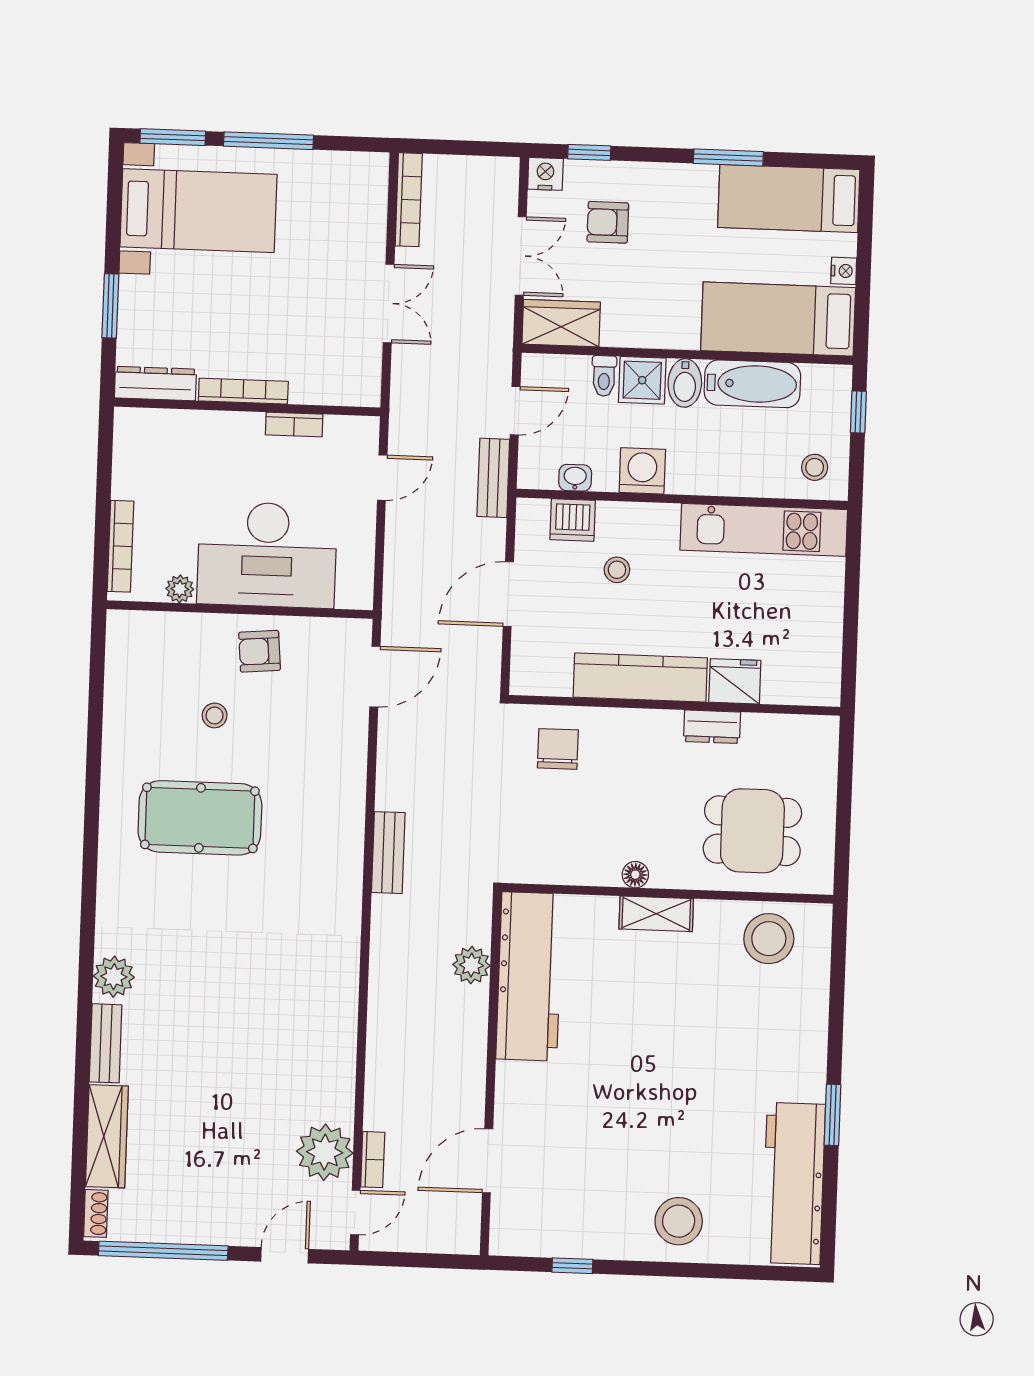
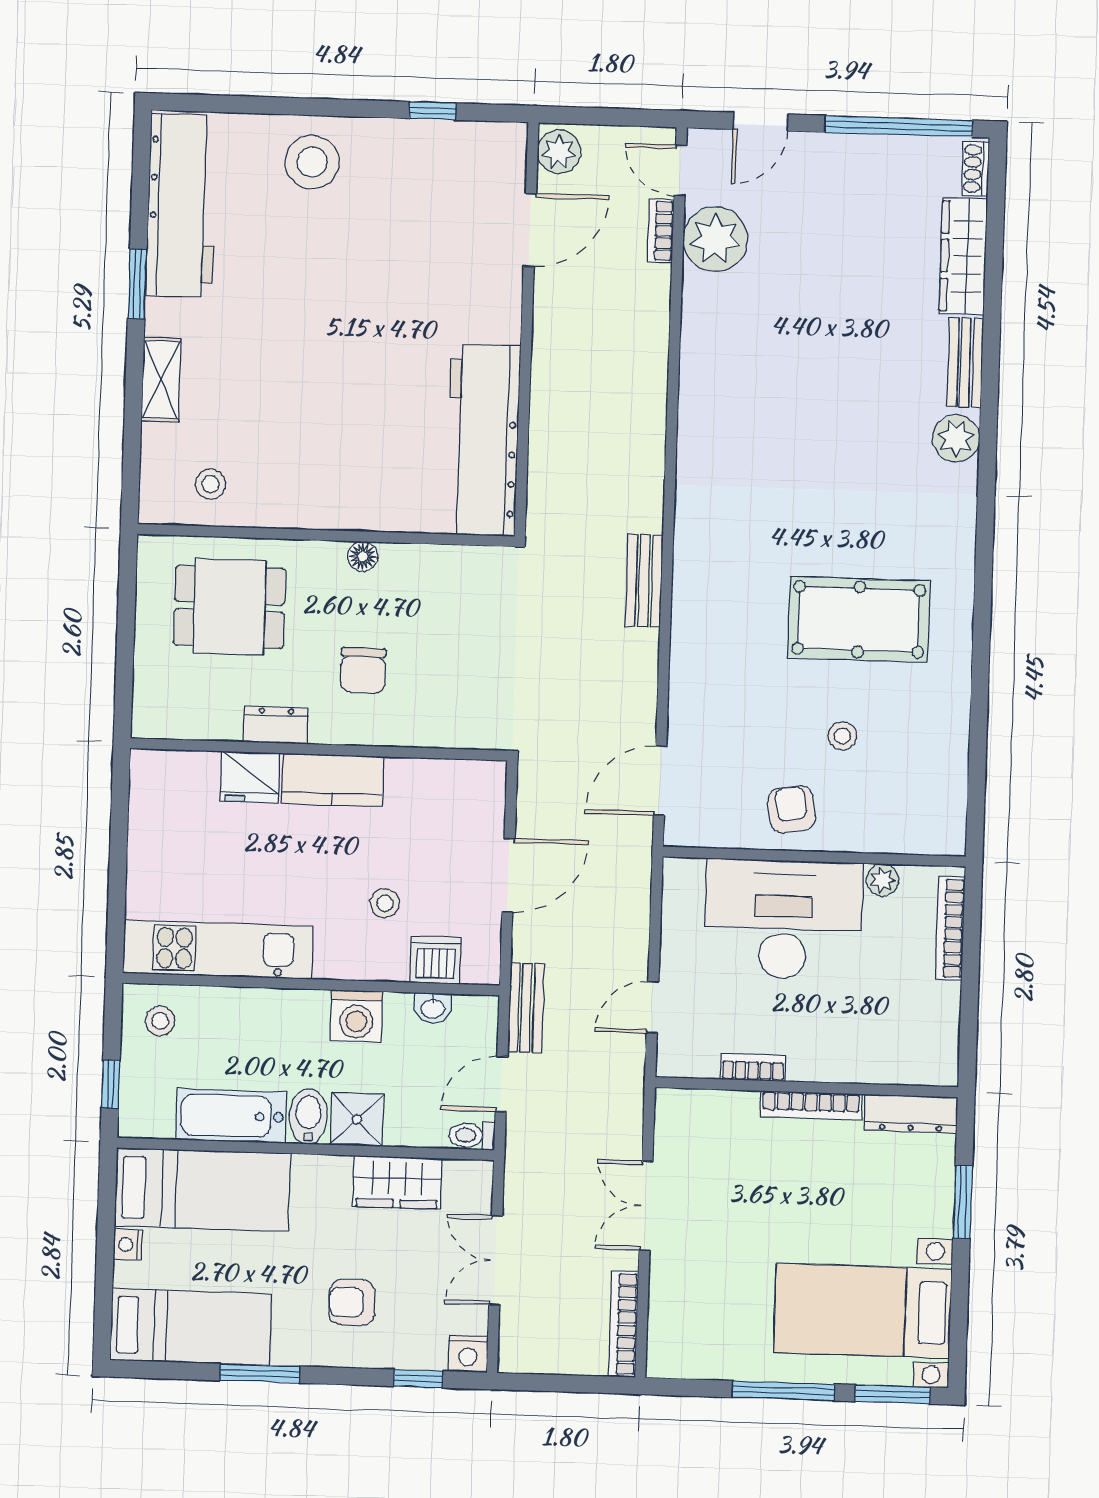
armchair: (608, 222) -> (352, 1302), moved, turned 180
wardrobe: (561, 323) -> (397, 1182), moved
toilet: (604, 376) -> (472, 1135), moved, turned -90
armchair: (260, 651) -> (792, 809), turned -94
kitchen counter: (640, 678) -> (333, 780), width x0.67
chair: (558, 749) -> (363, 670), moved
shelving: (656, 914) -> (161, 380), moved, turned 90
stool: (769, 939) -> (210, 484), width x0.53, depth x0.53
plant: (471, 965) -> (559, 152), moved
door: (355, 1212) -> (680, 171), hinge flipped

